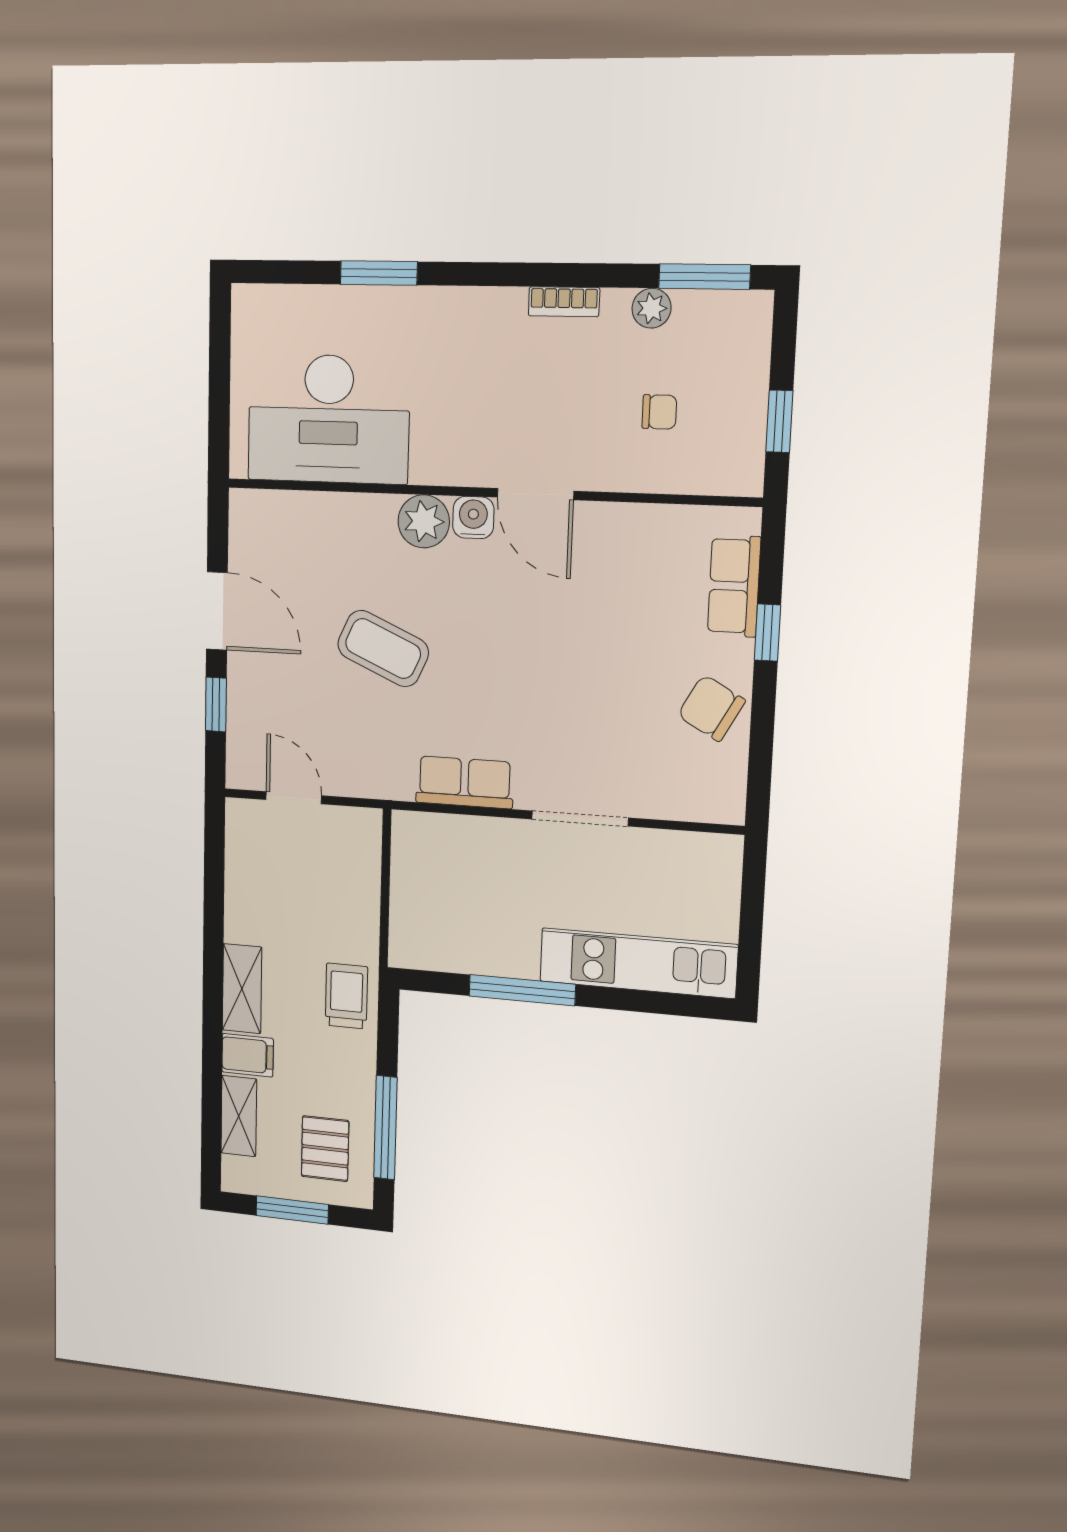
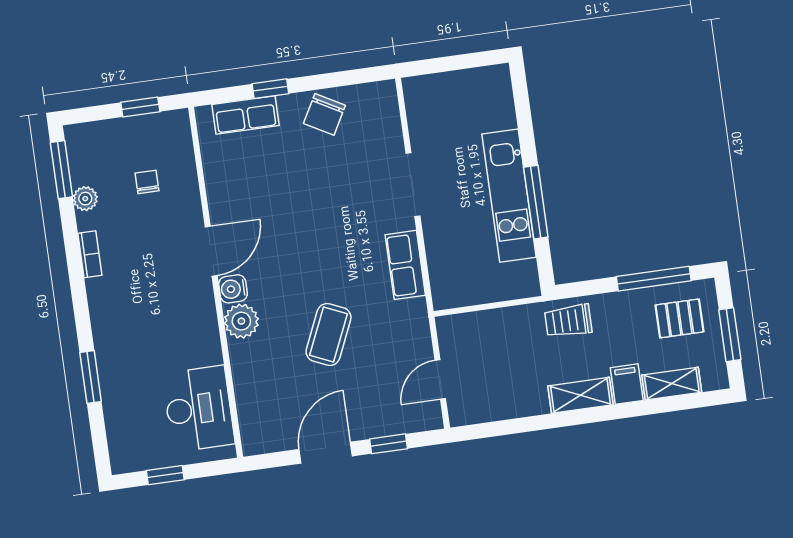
window: (220, 365) -> (165, 475), added
desk: (328, 419) -> (199, 409), width x0.73, depth x0.77
kitchen unit: (638, 963) -> (509, 196), moved

